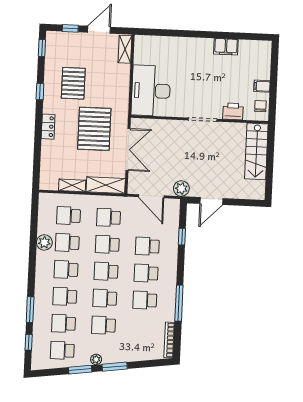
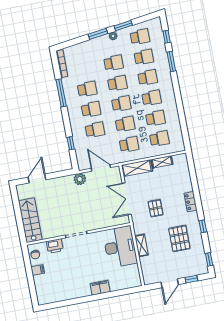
filing cabinet: (226, 47) -> (100, 288), moved
shelving: (125, 49) -> (141, 245), moved
pallet: (94, 129) -> (156, 208), width x0.49, depth x0.50
door: (211, 201) -> (37, 178), moved
plant: (44, 242) -> (173, 114), removed

